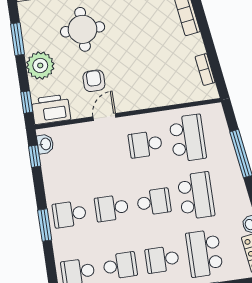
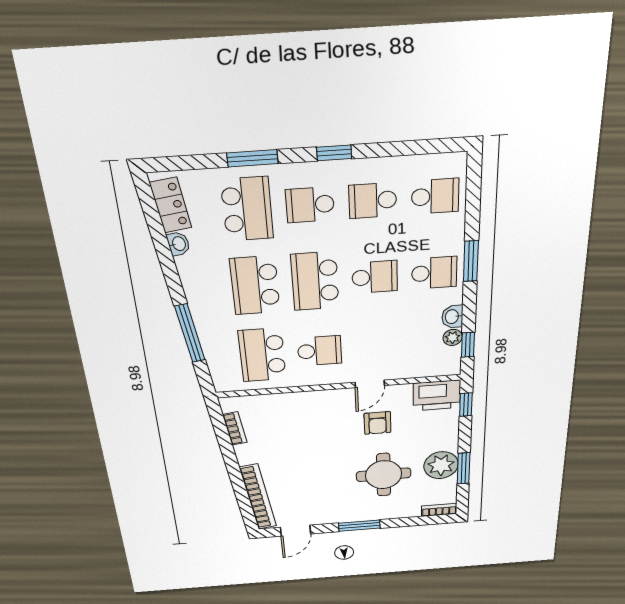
plant: (40, 65) -> (441, 465), moved
washbasin: (45, 144) -> (452, 317), moved
plant: (47, 162) -> (453, 337), added
school desk: (154, 202) -> (315, 281), width x1.85
school desk: (162, 259) -> (310, 205), turned 180

